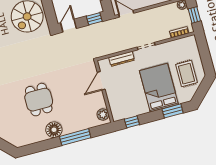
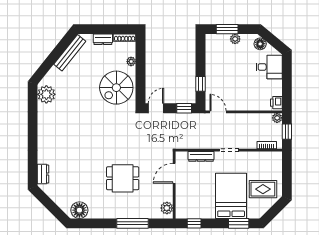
rug: (186, 74) -> (263, 189), turned 90
dining table: (39, 100) -> (123, 178), moved, turned 90
floor lamp: (54, 130) -> (79, 210), moved

